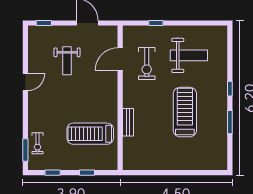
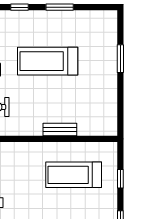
treadmill: (90, 134) -> (74, 175), turned 90
window: (187, 173) -> (120, 59), added

